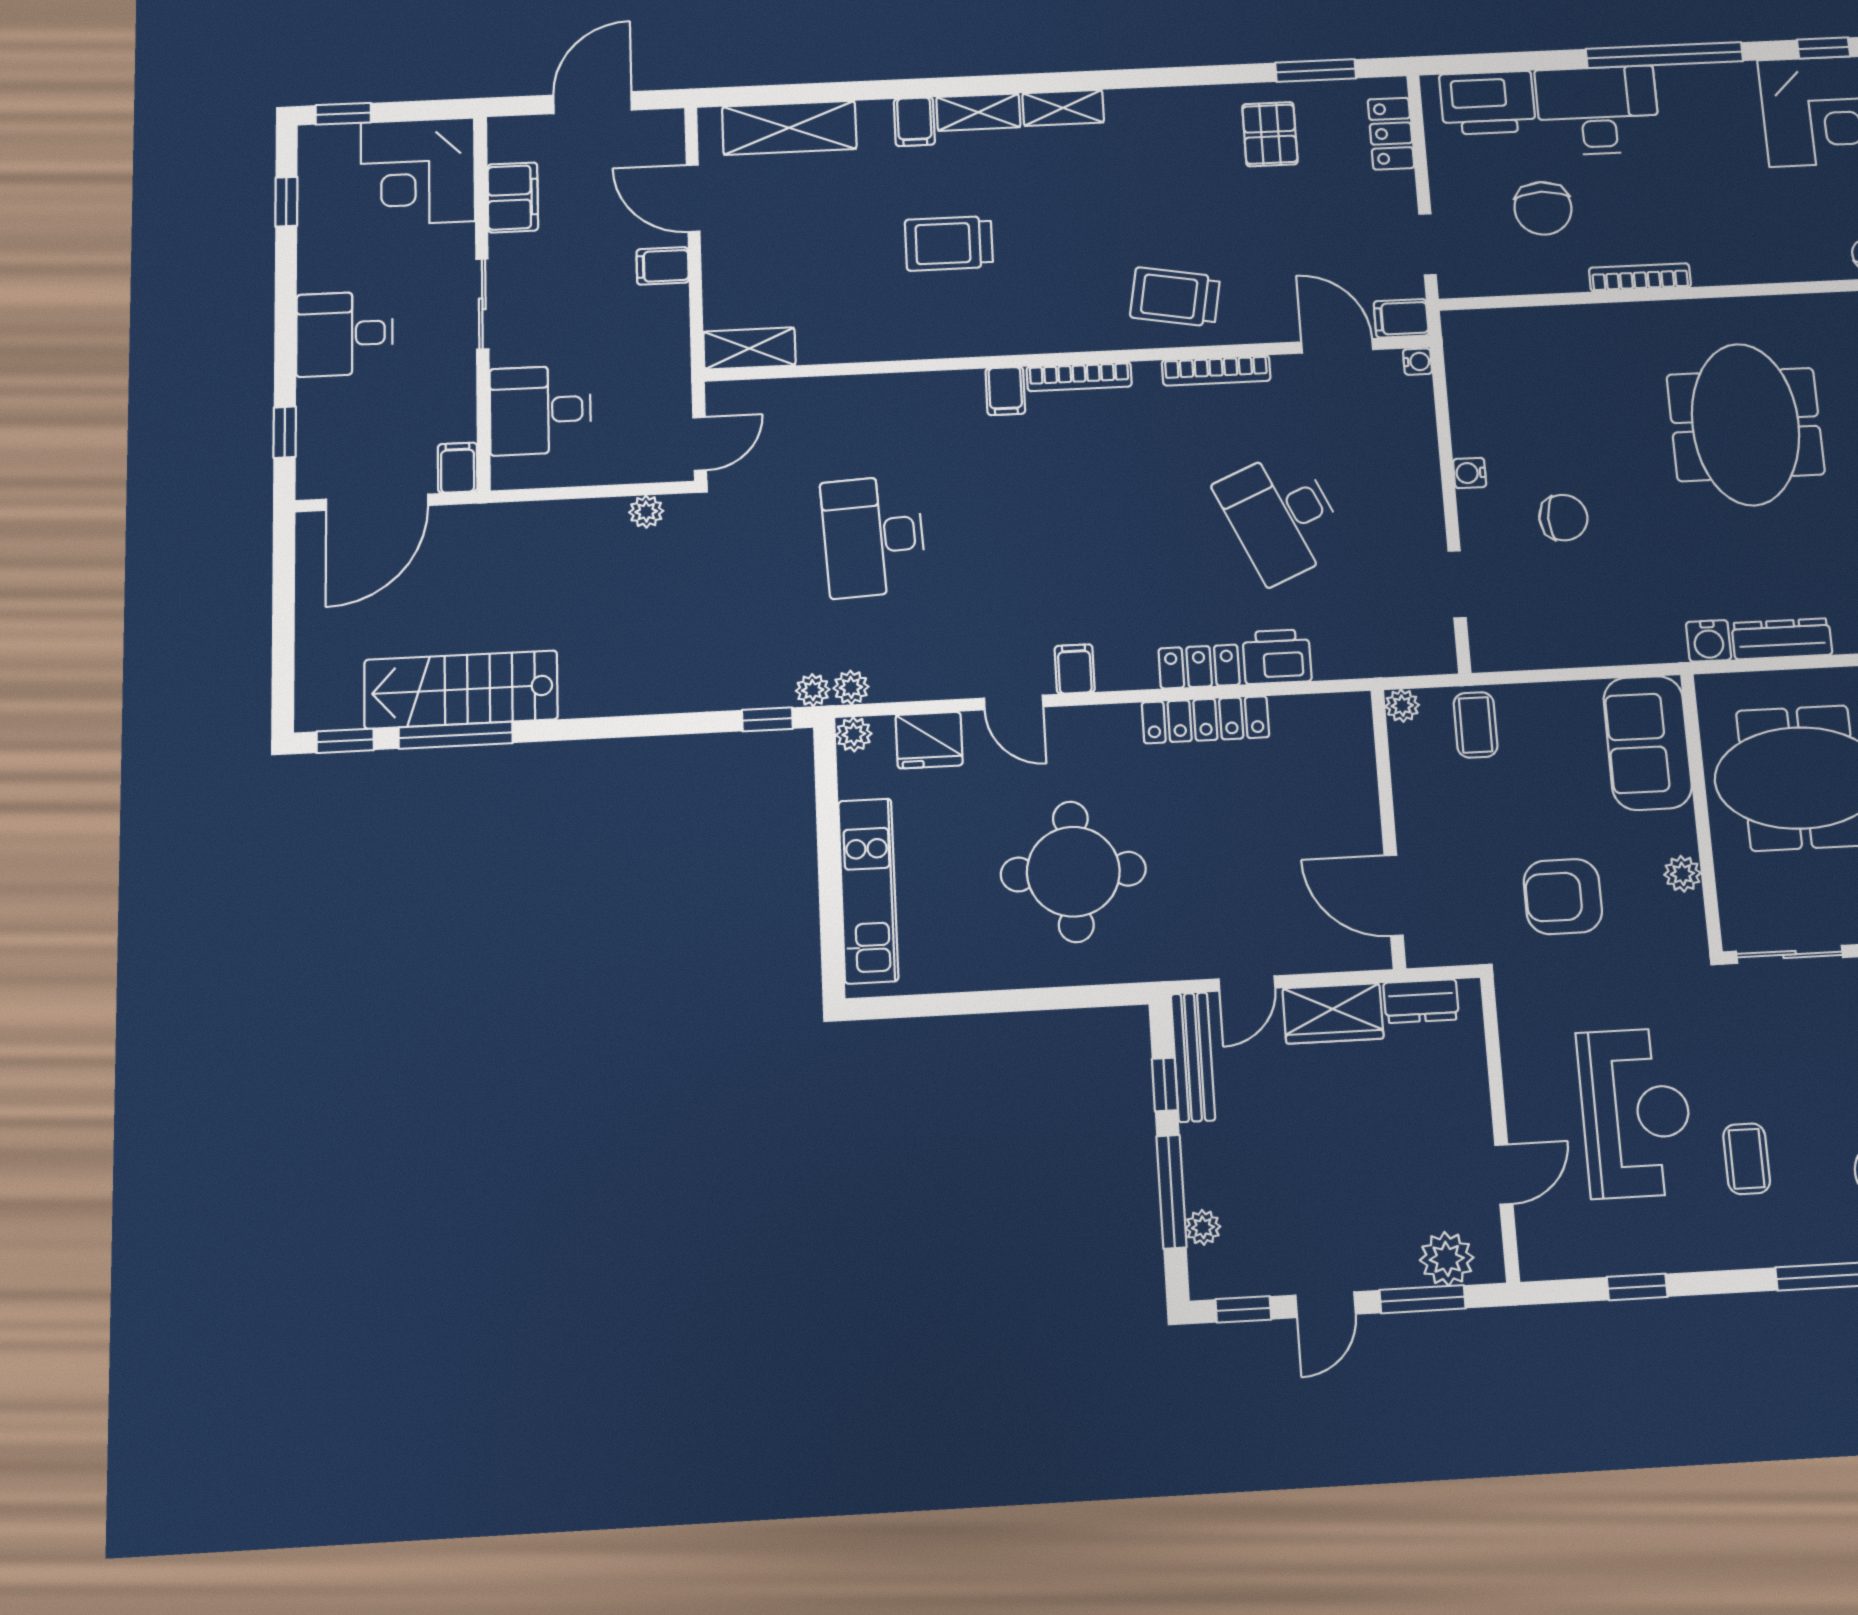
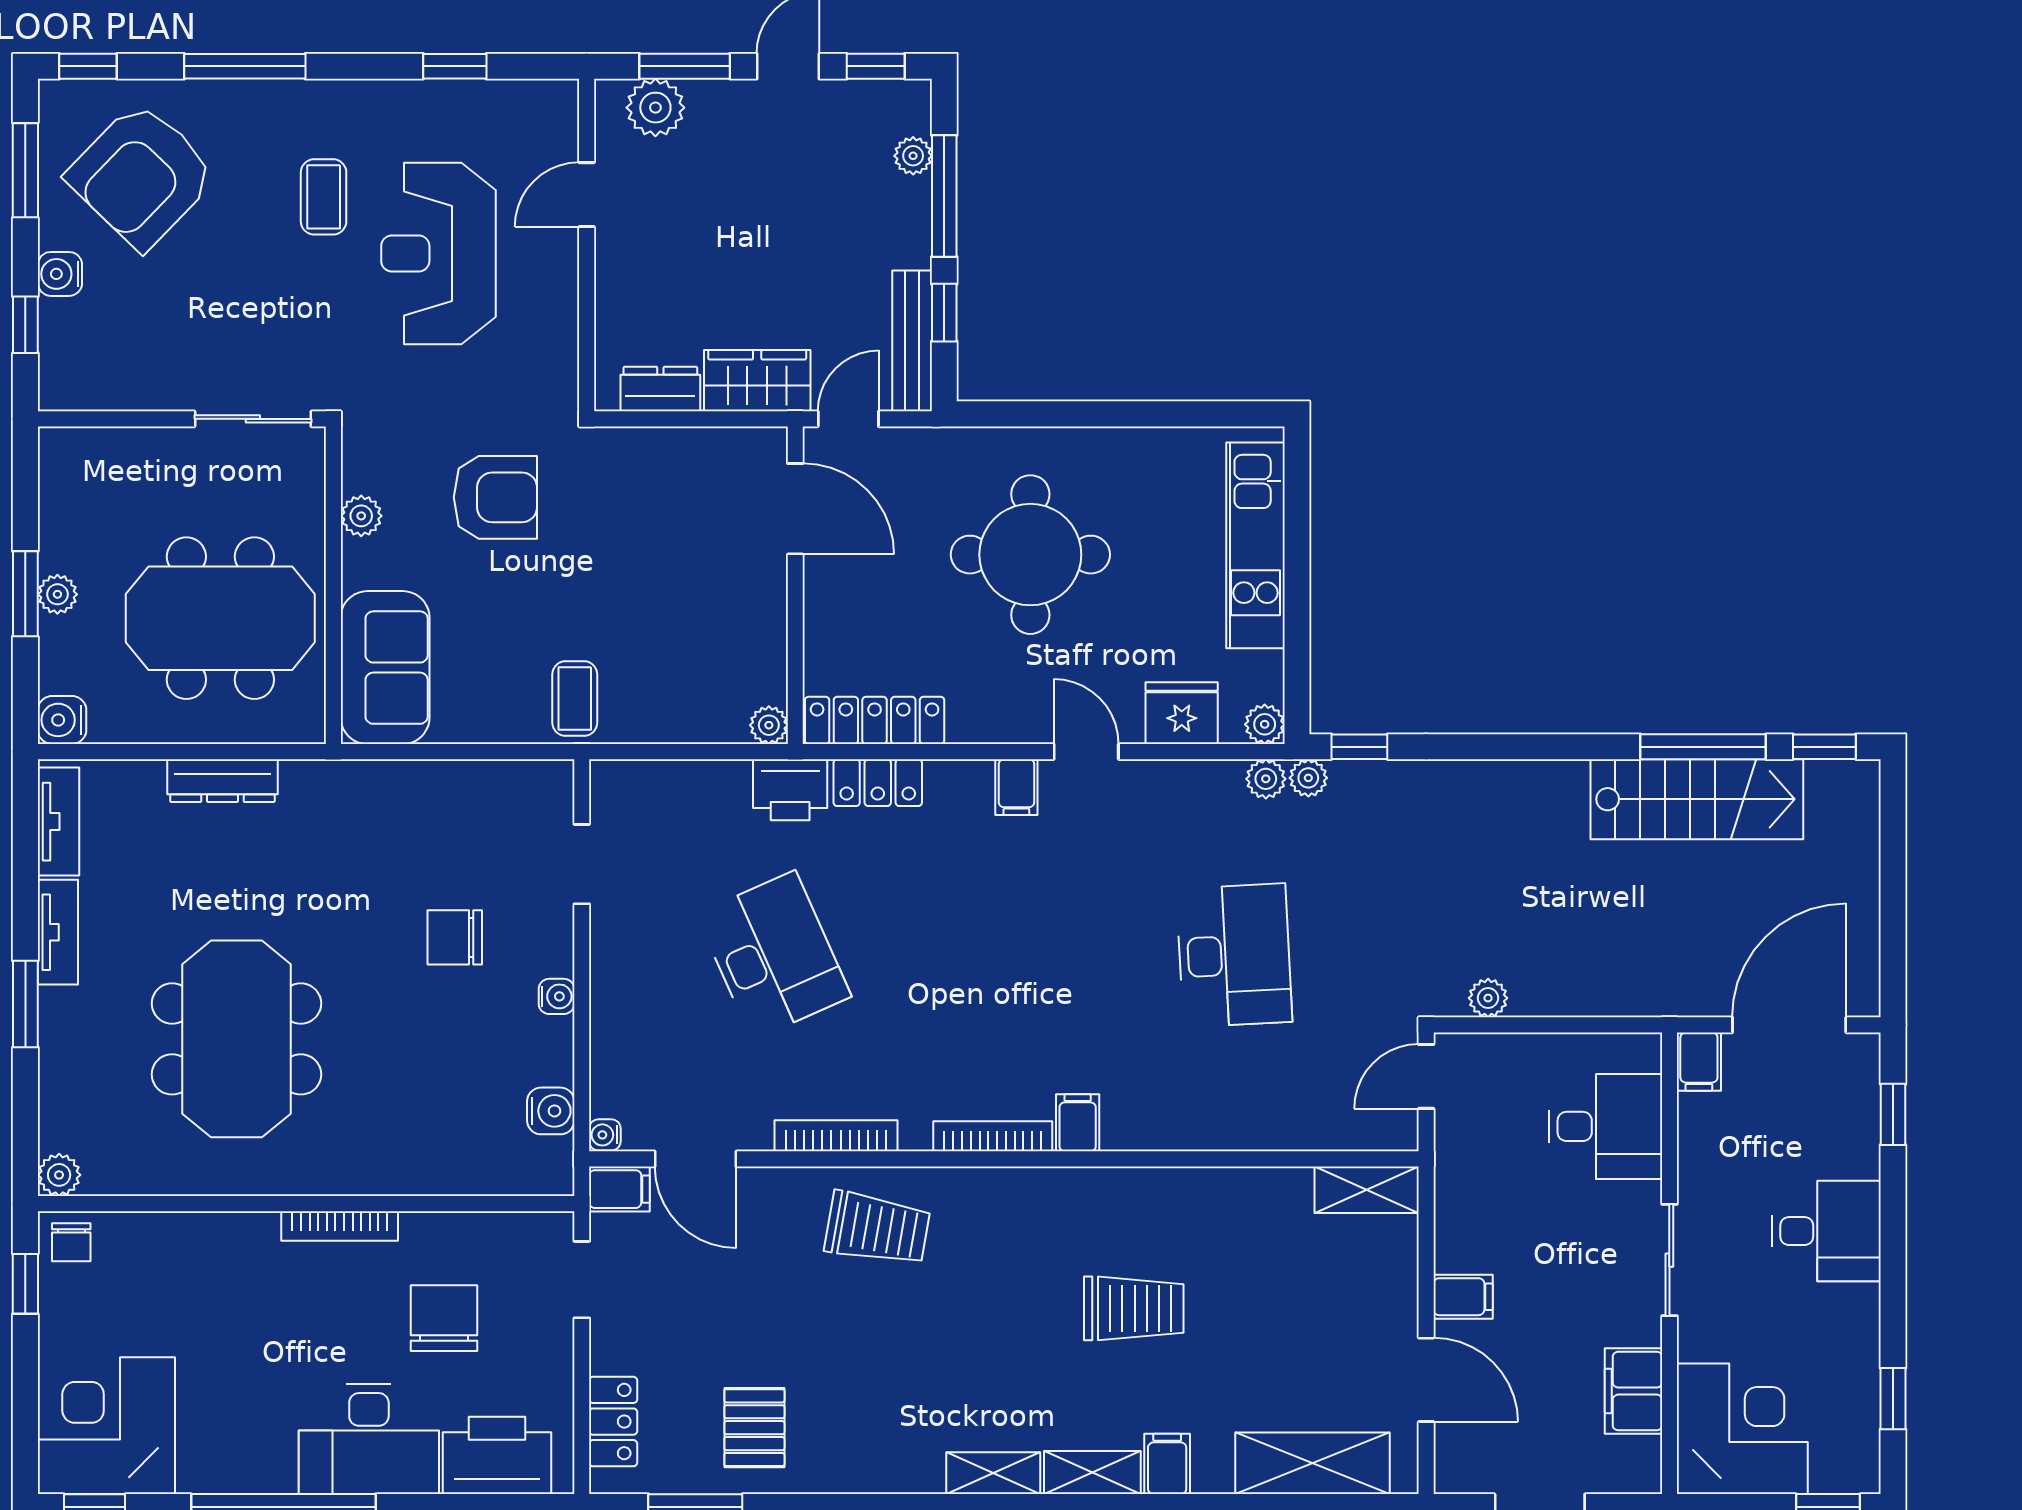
water cooler: (1709, 641) -> (551, 1111), moved, turned 90
plant: (1402, 706) -> (769, 725), moved
wall: (1388, 828) -> (795, 585), moved
door: (1394, 895) -> (795, 509), moved

